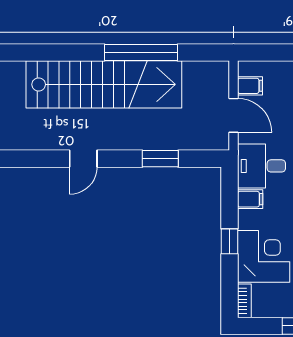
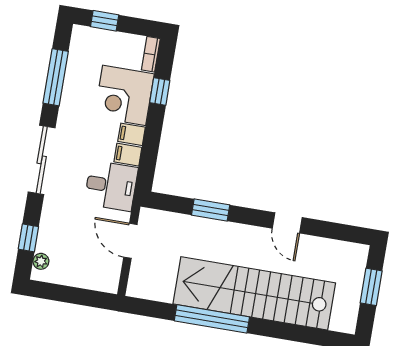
filing cabinet: (250, 86) -> (132, 134), moved
door: (83, 159) -> (287, 223), swing flipped
window: (229, 241) -> (160, 92), moved

